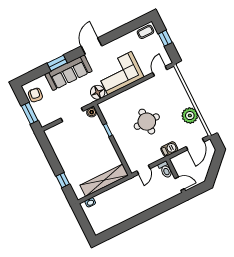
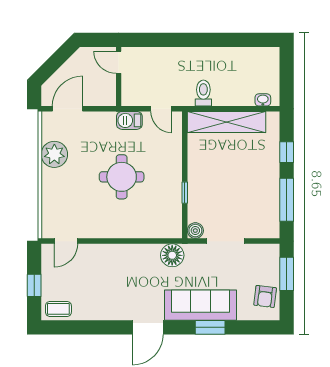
corner sofa: (120, 73) -> (126, 267), removed
barbecue: (169, 149) -> (129, 120), moved
window: (50, 154) -> (287, 200), added
door: (144, 170) -> (161, 109), swing flipped
toilet: (165, 170) -> (203, 93), moved

